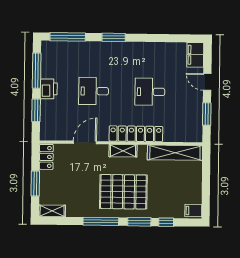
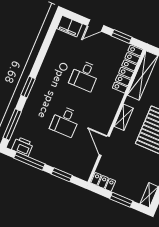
printer: (49, 89) -> (22, 146), moved
locker: (136, 134) -> (128, 69), moved

